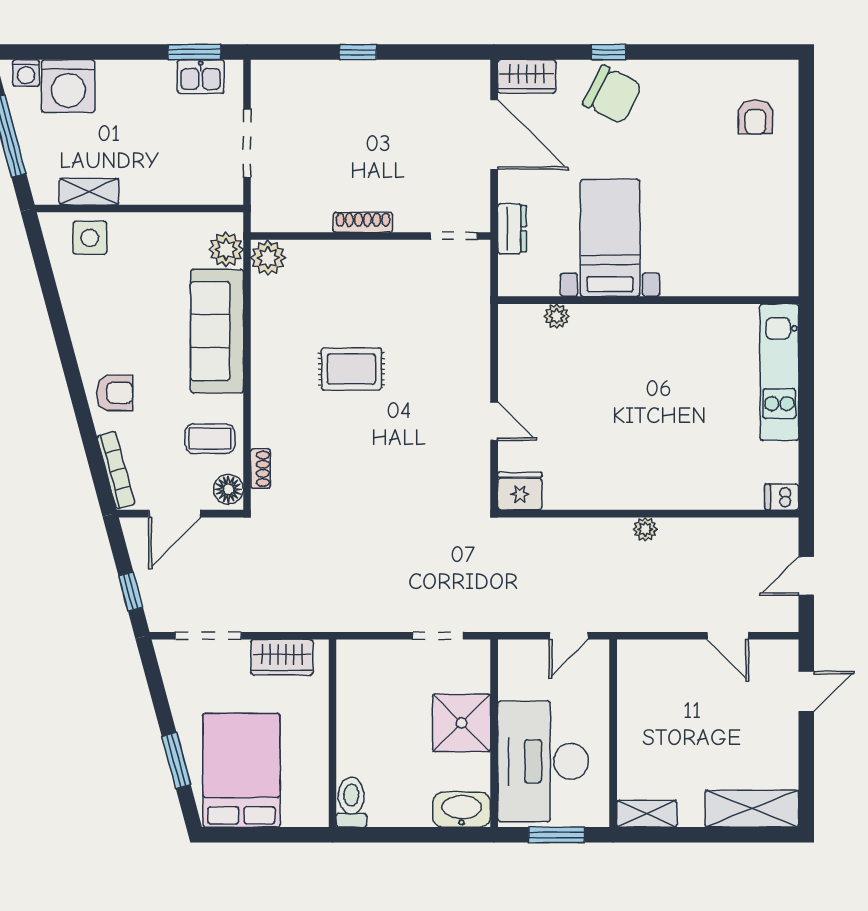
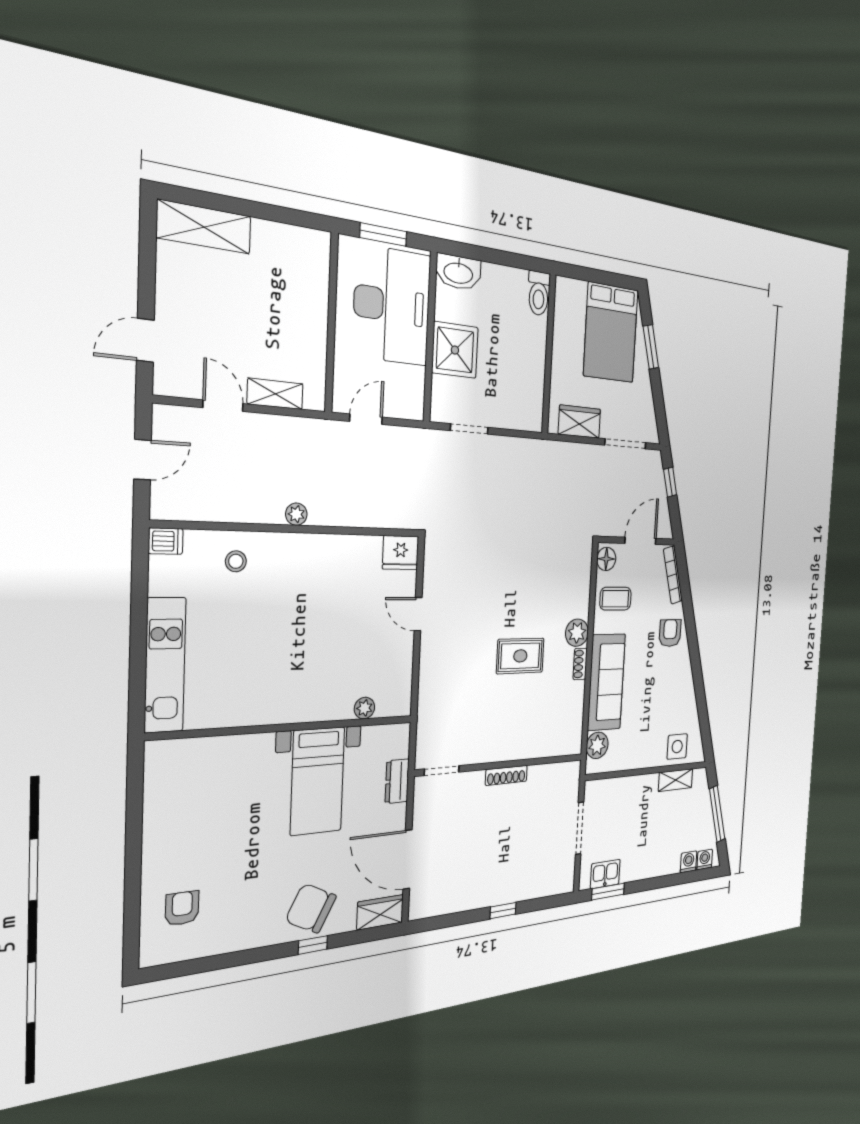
washing machine: (68, 86) -> (689, 862), width x0.53, depth x0.53
plant: (268, 258) -> (577, 633), moved
armchair: (115, 393) -> (670, 633), turned 90
shoe rack: (260, 469) -> (580, 664), moved
stool: (709, 478) -> (236, 561), added
shelving: (647, 814) -> (275, 394), moved

